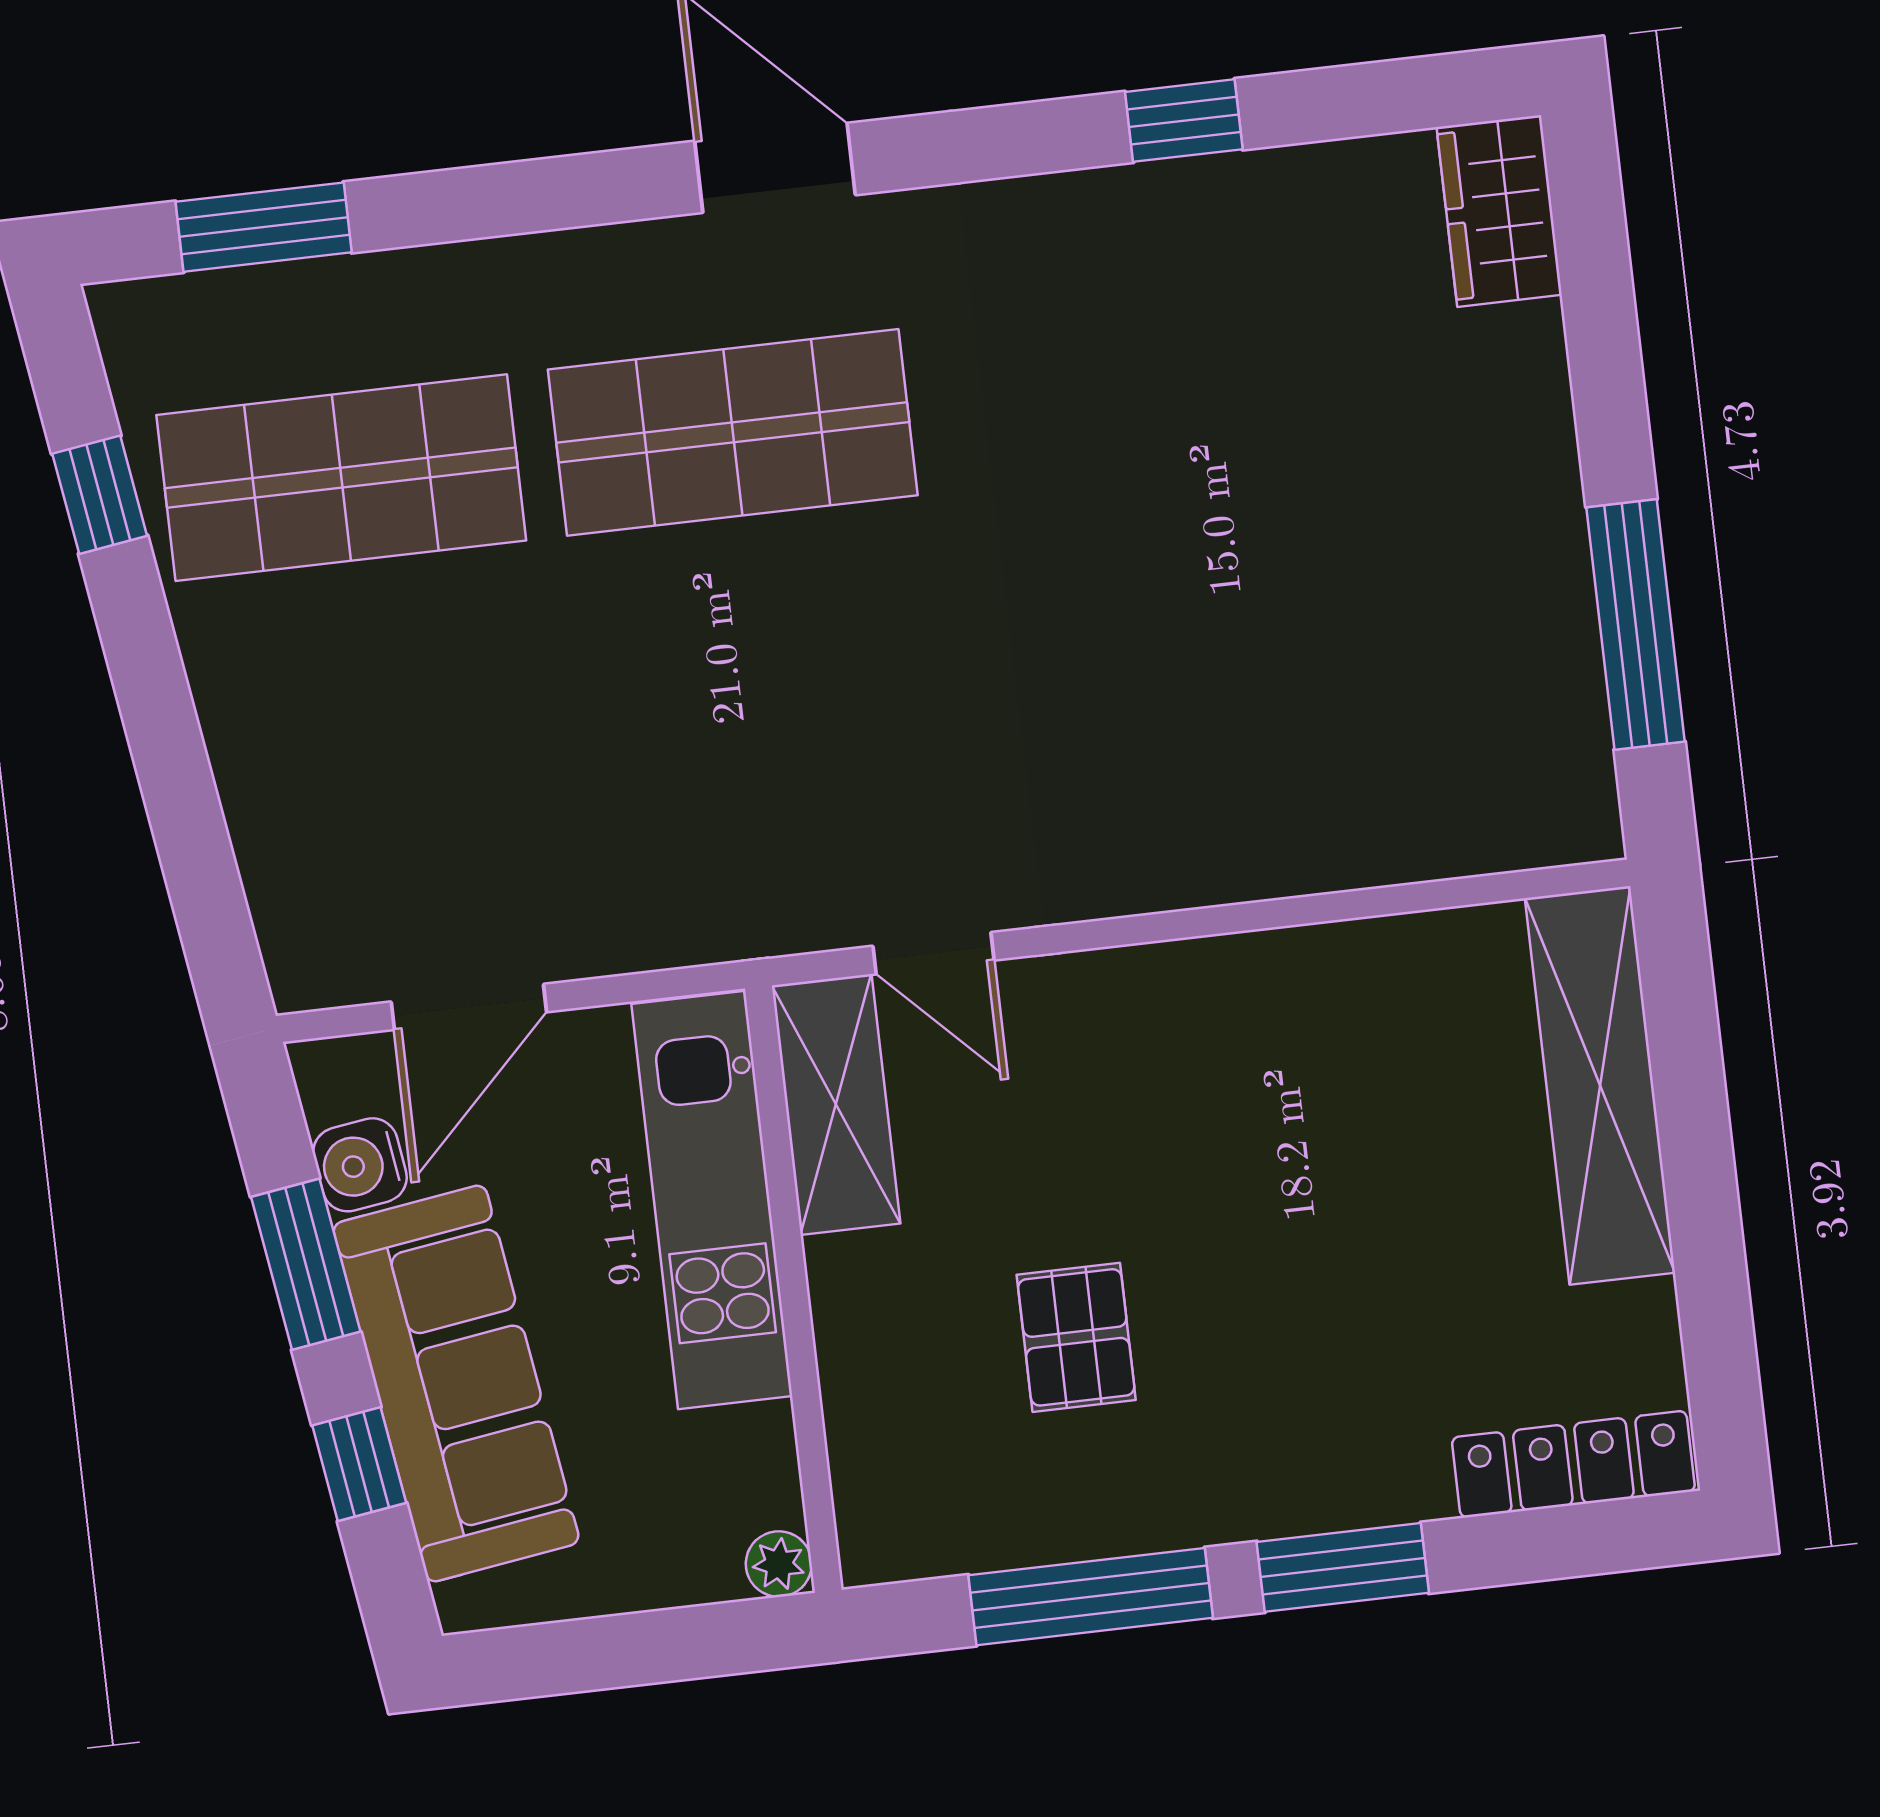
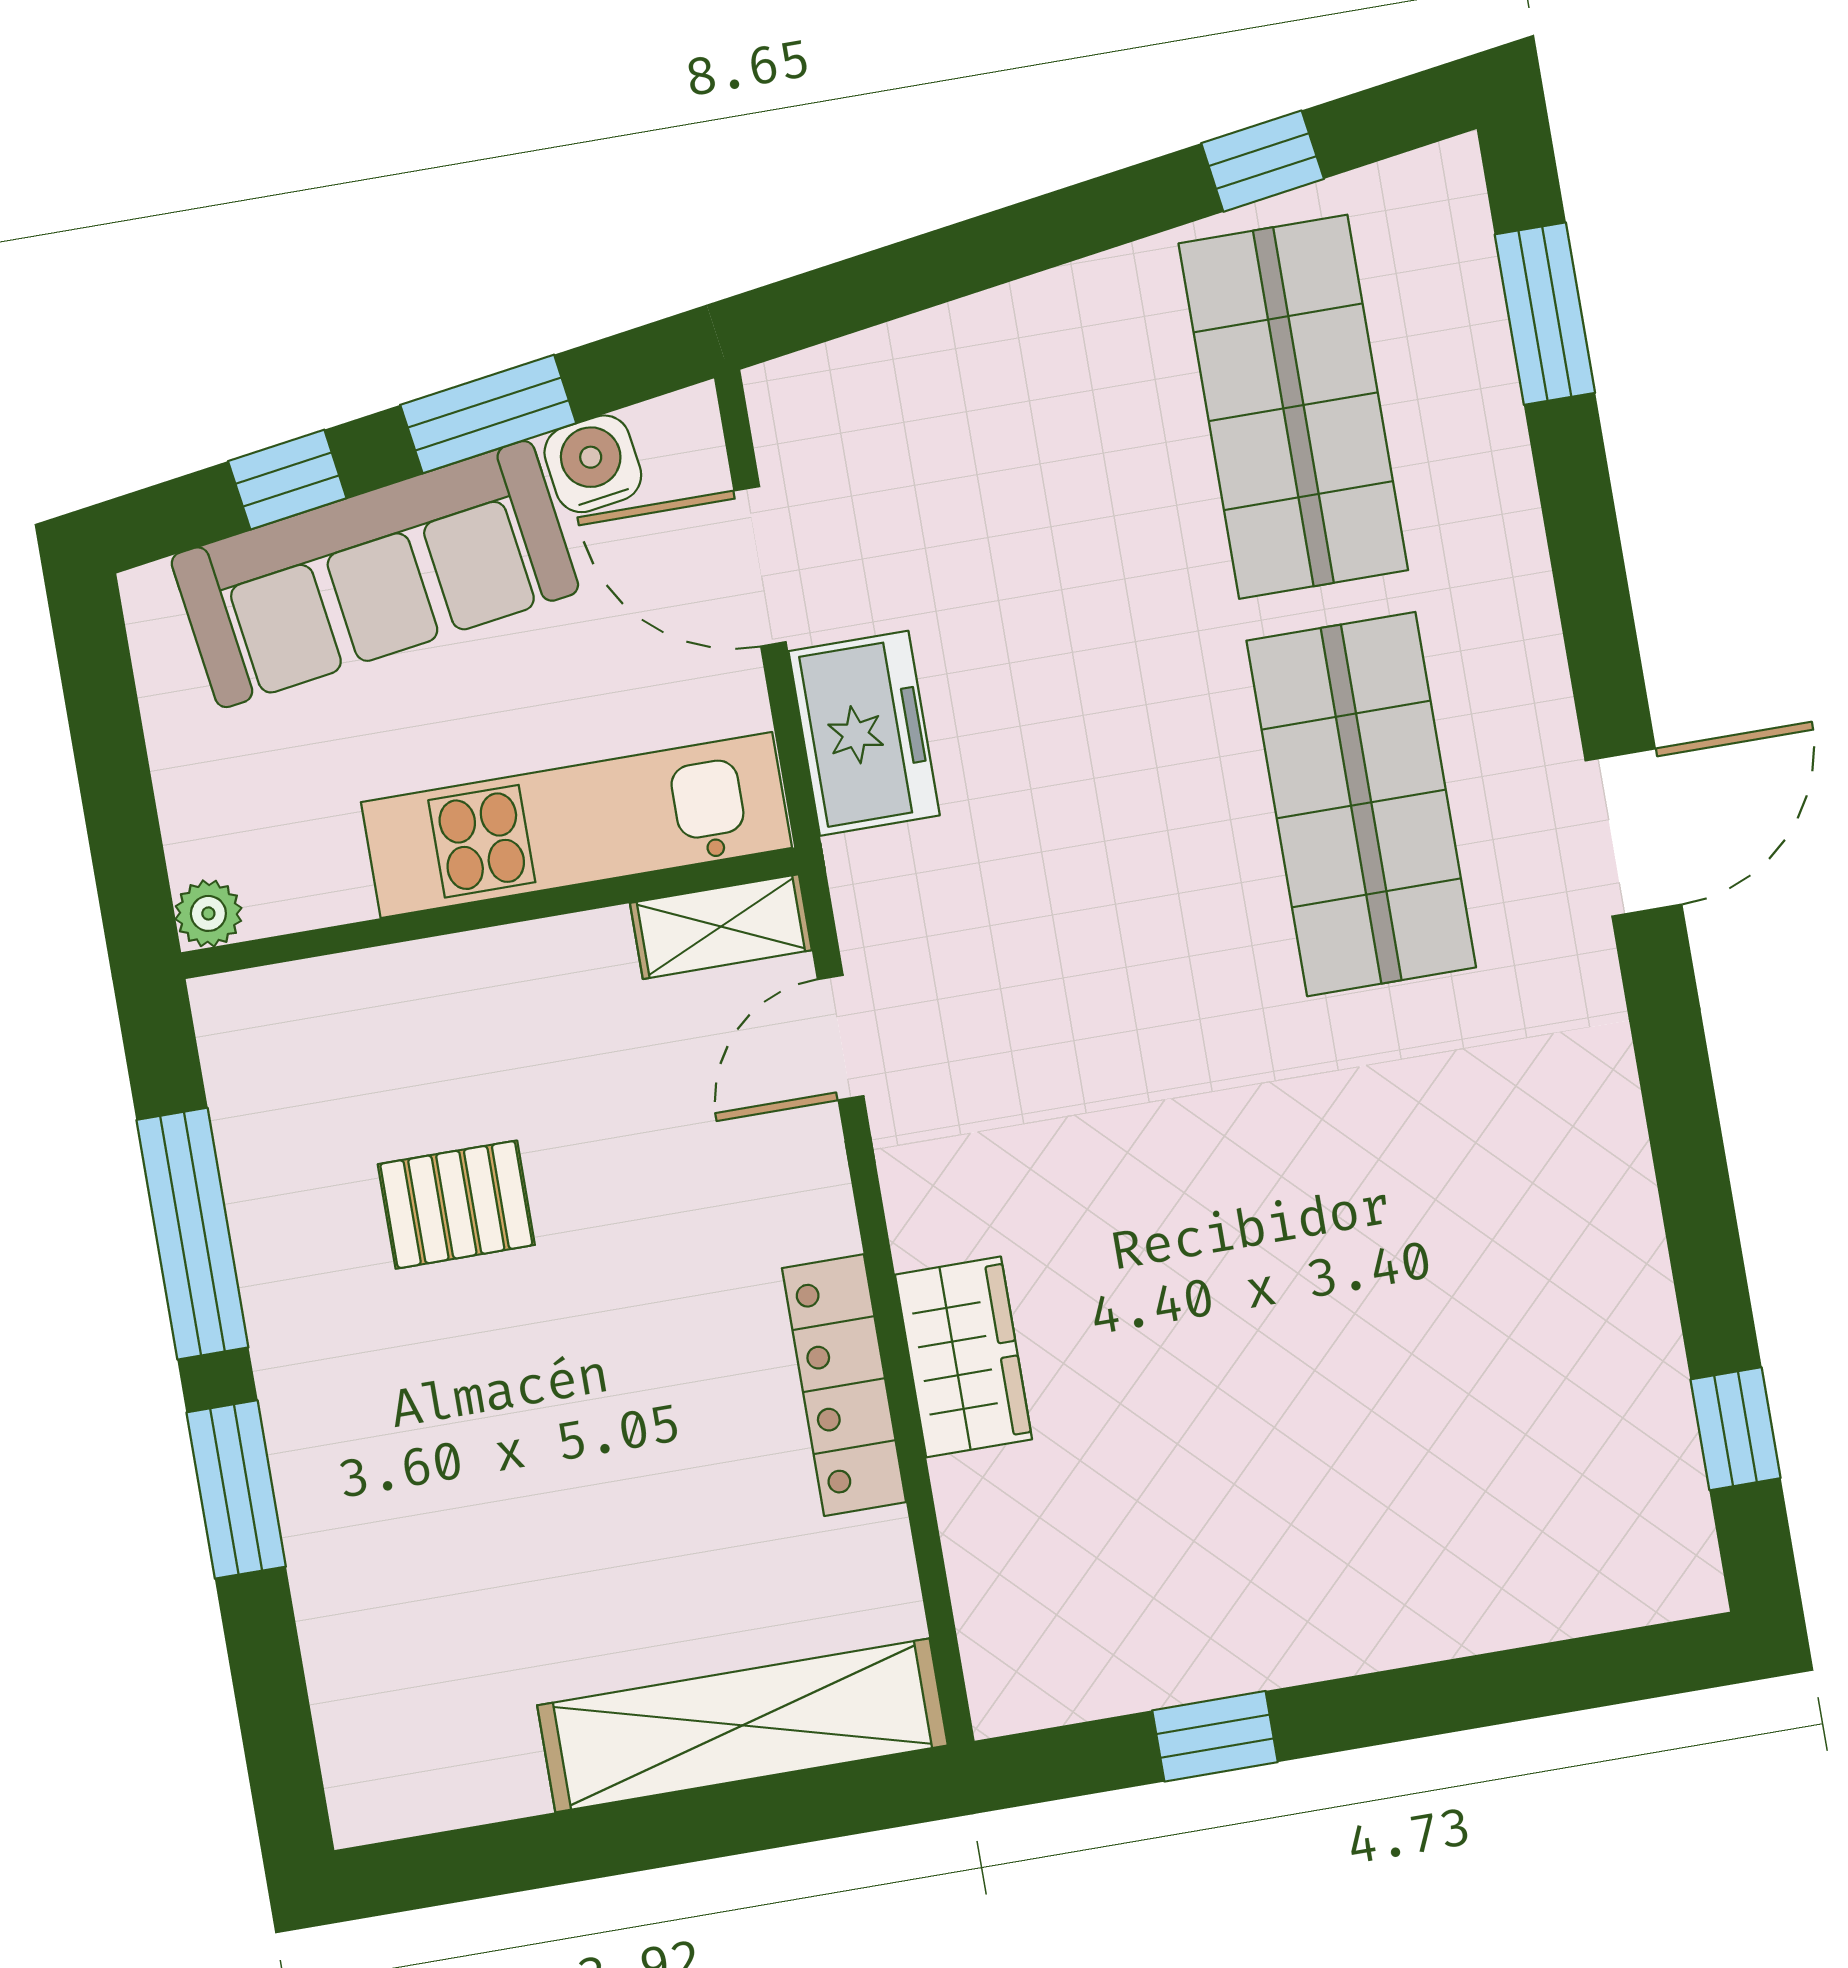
window: (1184, 121) -> (1735, 1429), moved
wardrobe: (1499, 211) -> (963, 1357), moved, turned 90
window: (1636, 625) -> (1215, 1736), width x0.46
freezer: (637, 914) -> (864, 733), added
shelving: (836, 1104) -> (721, 927), width x0.67, depth x0.75
locker: (1573, 1464) -> (844, 1385), moved, turned 180

